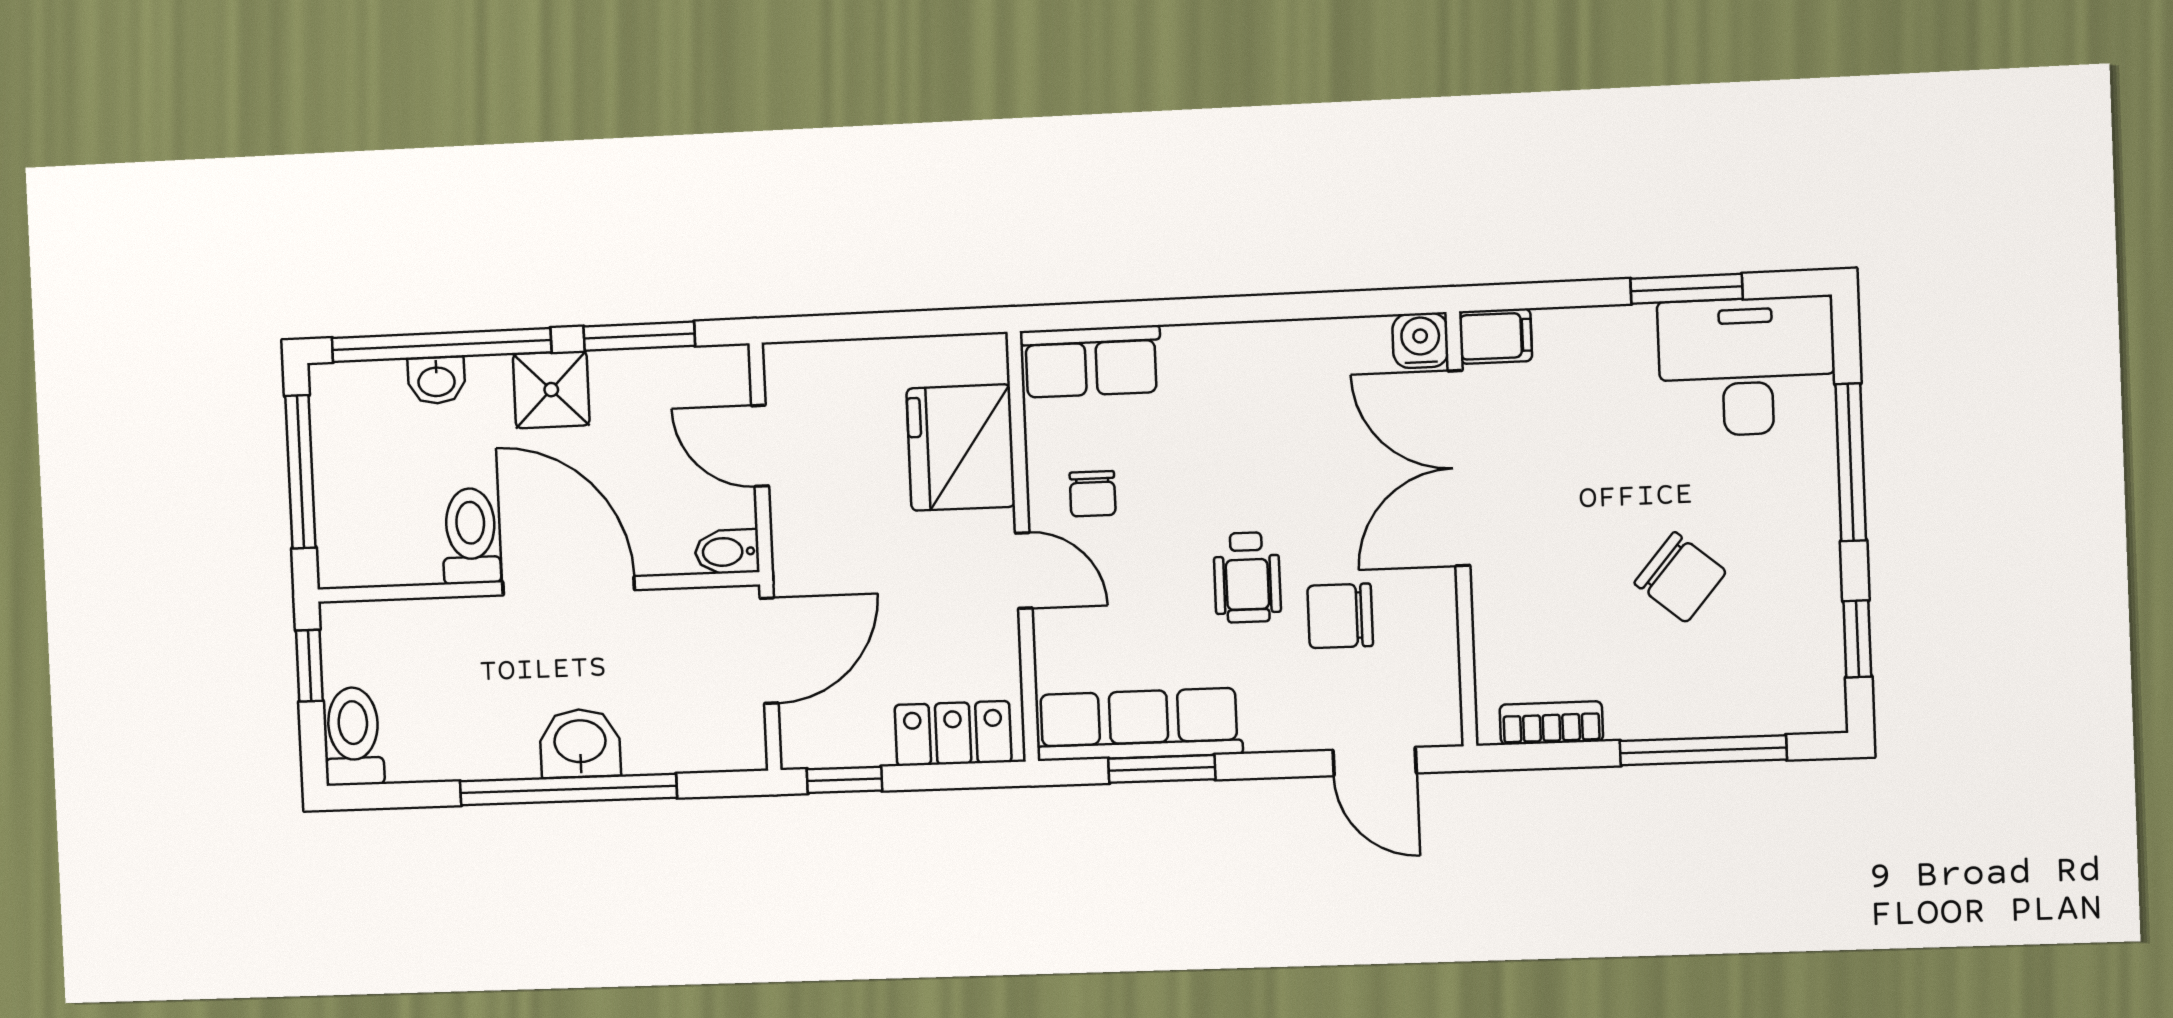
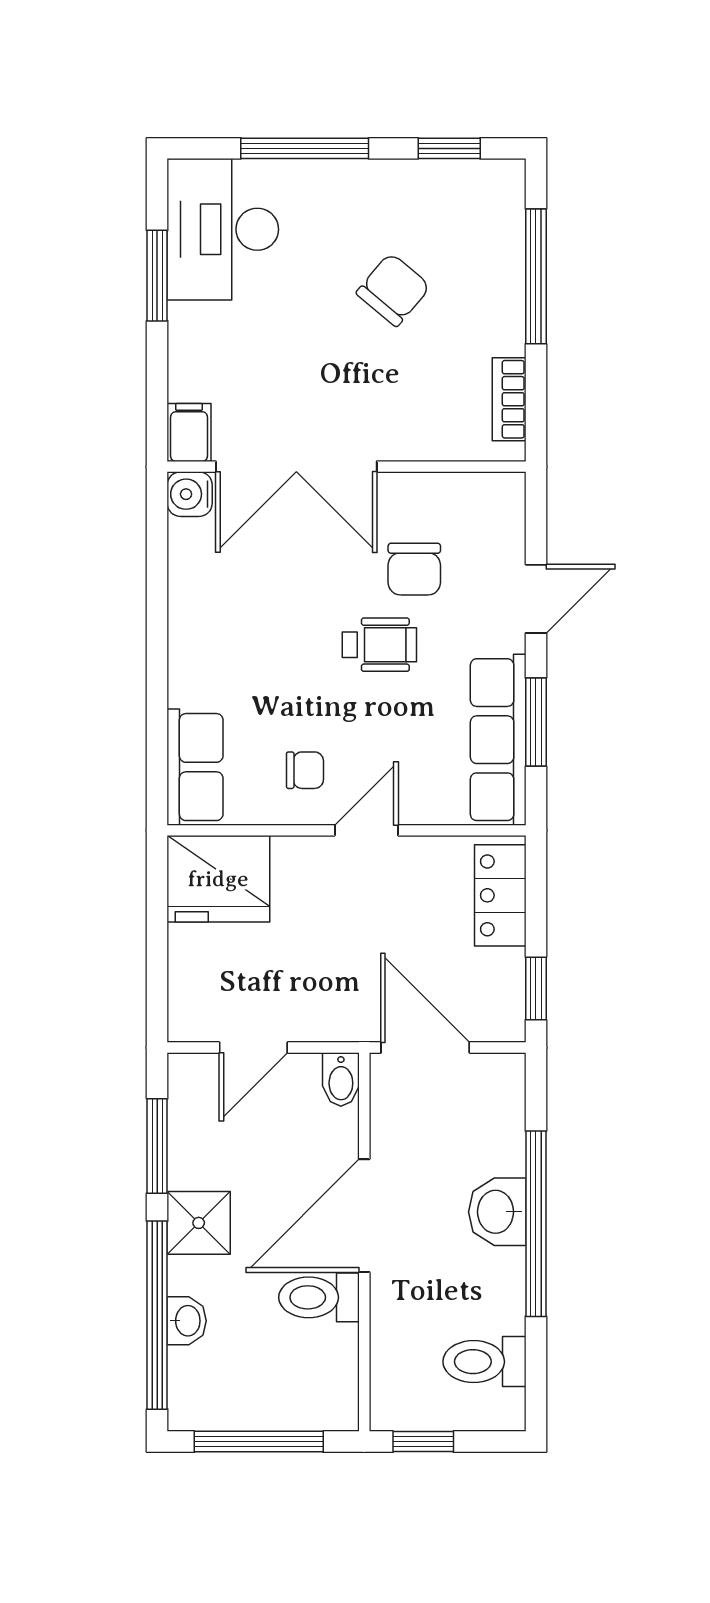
fridge: (961, 448) -> (218, 879), moved
toilet: (353, 736) -> (484, 1362), moved
door: (1375, 762) -> (536, 599), moved

